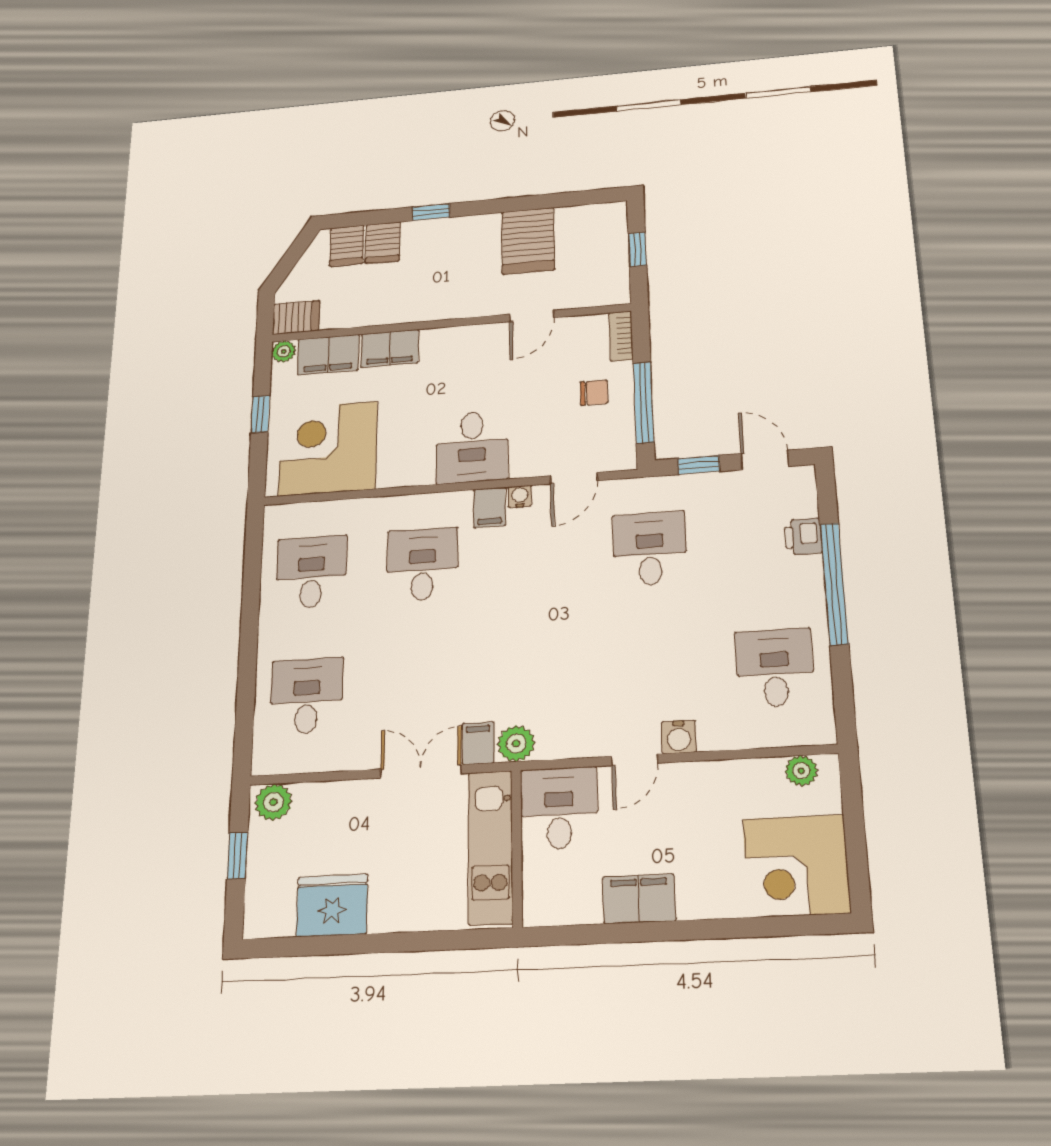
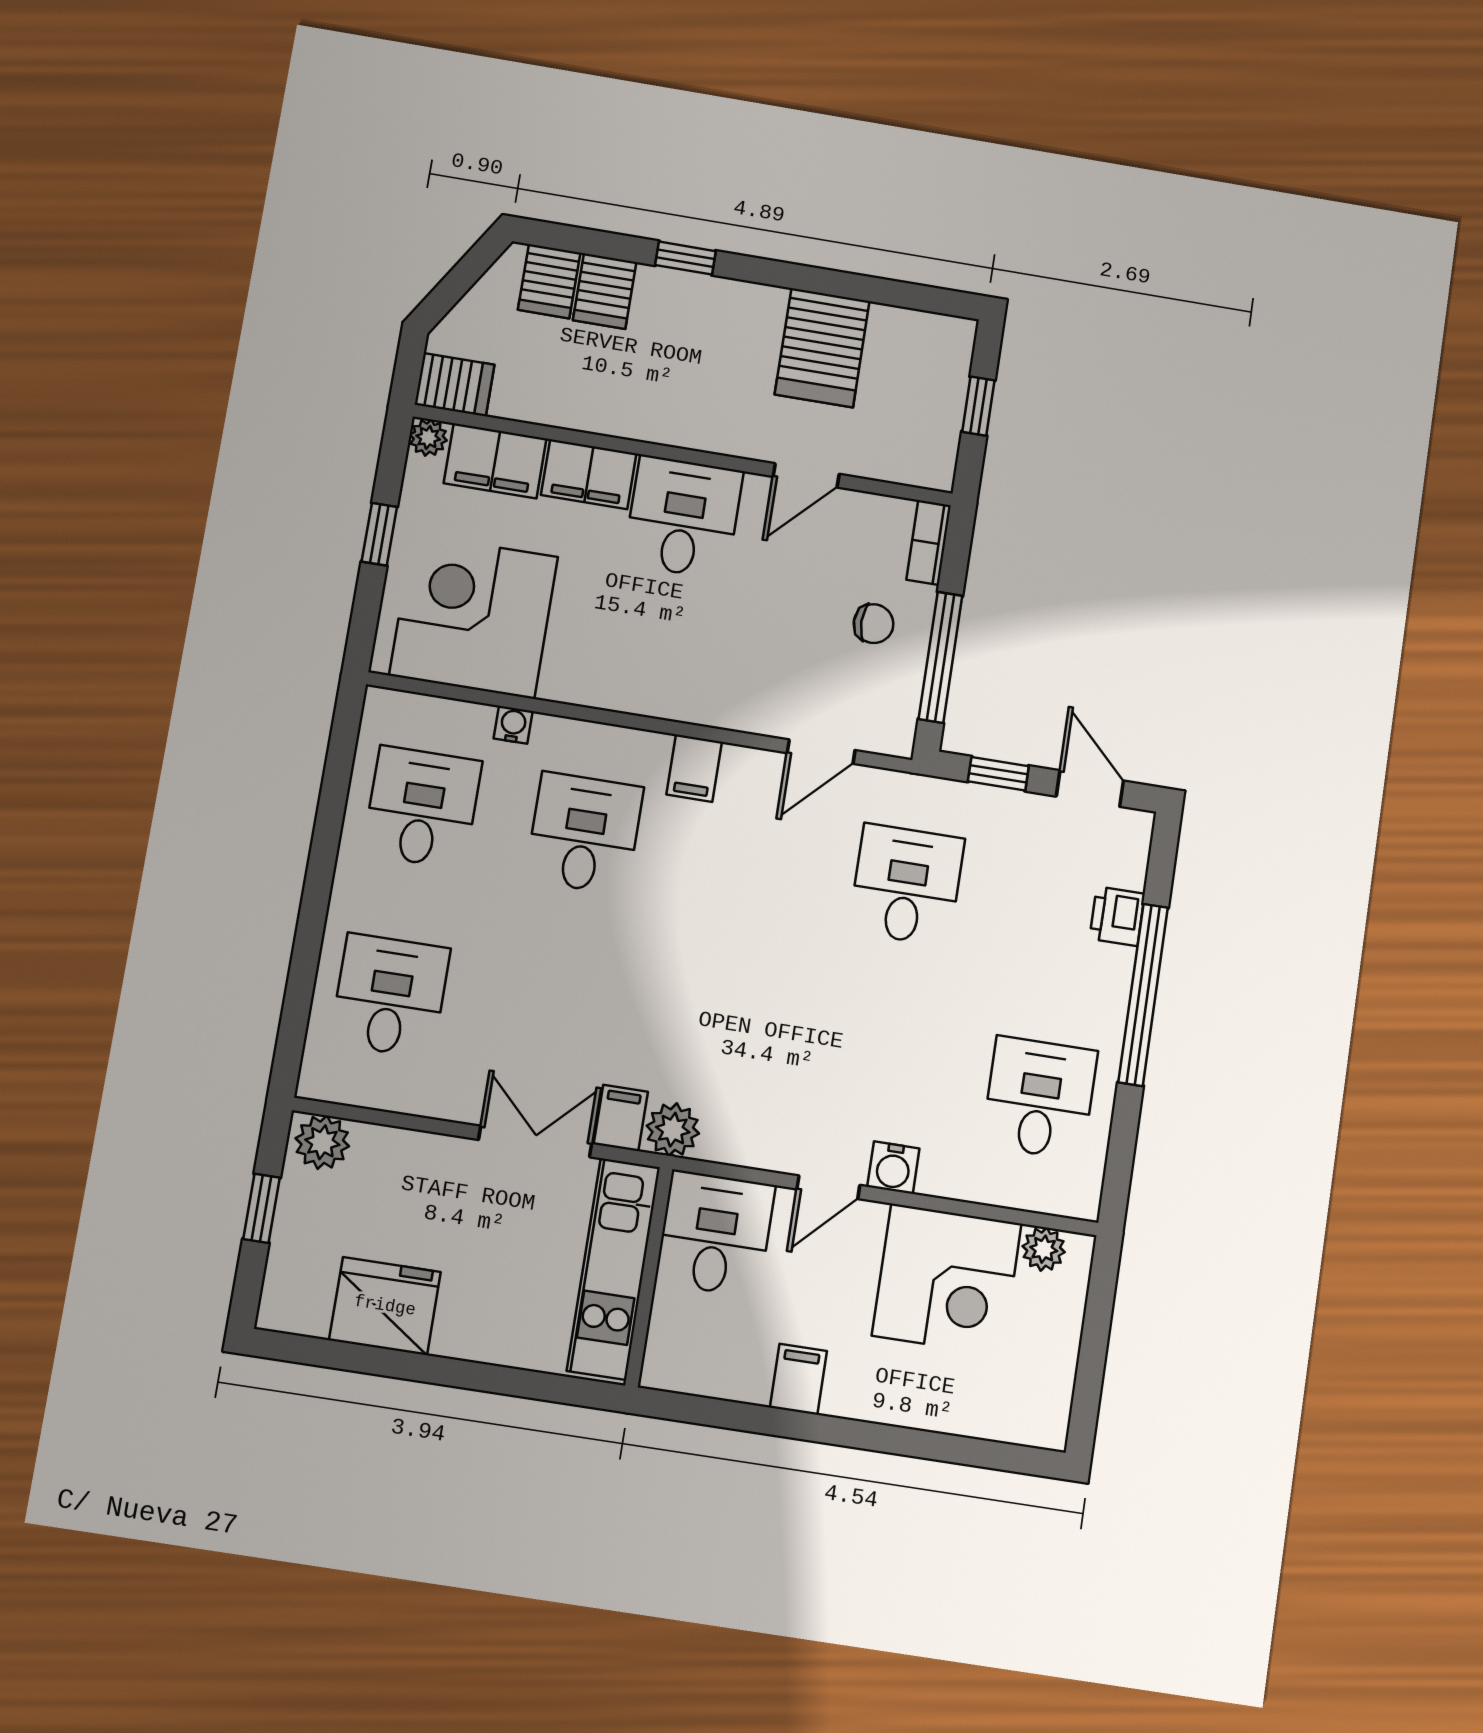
desk: (472, 447) -> (683, 517), moved, turned 180
water cooler: (520, 497) -> (513, 725), moved
corner desk: (796, 866) -> (947, 1279), moved, turned -90
filing cabinet: (639, 899) -> (798, 1379), width x0.50

